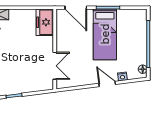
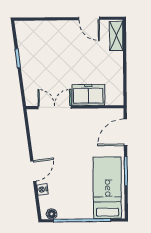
freezer: (45, 22) -> (88, 95), moved
bed: (105, 34) -> (107, 188), moved, turned 90
double door: (55, 66) -> (55, 107), swing flipped

